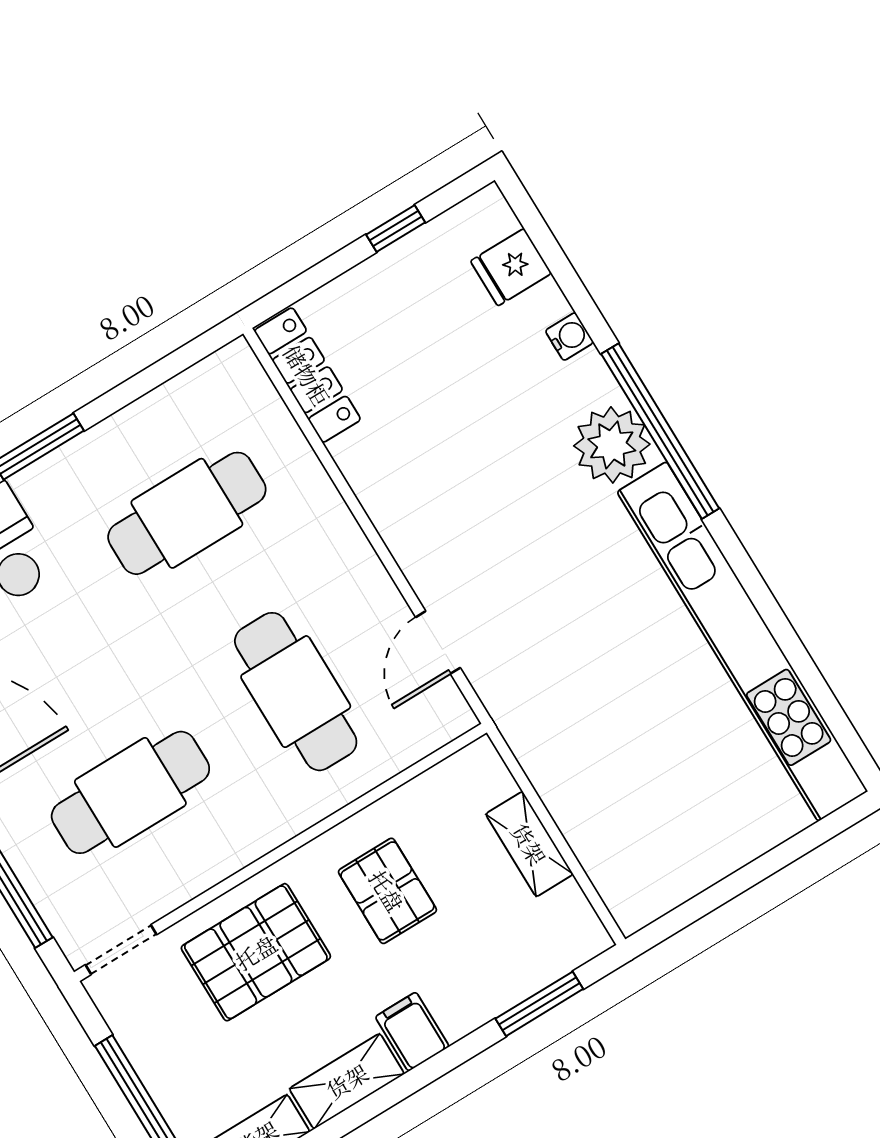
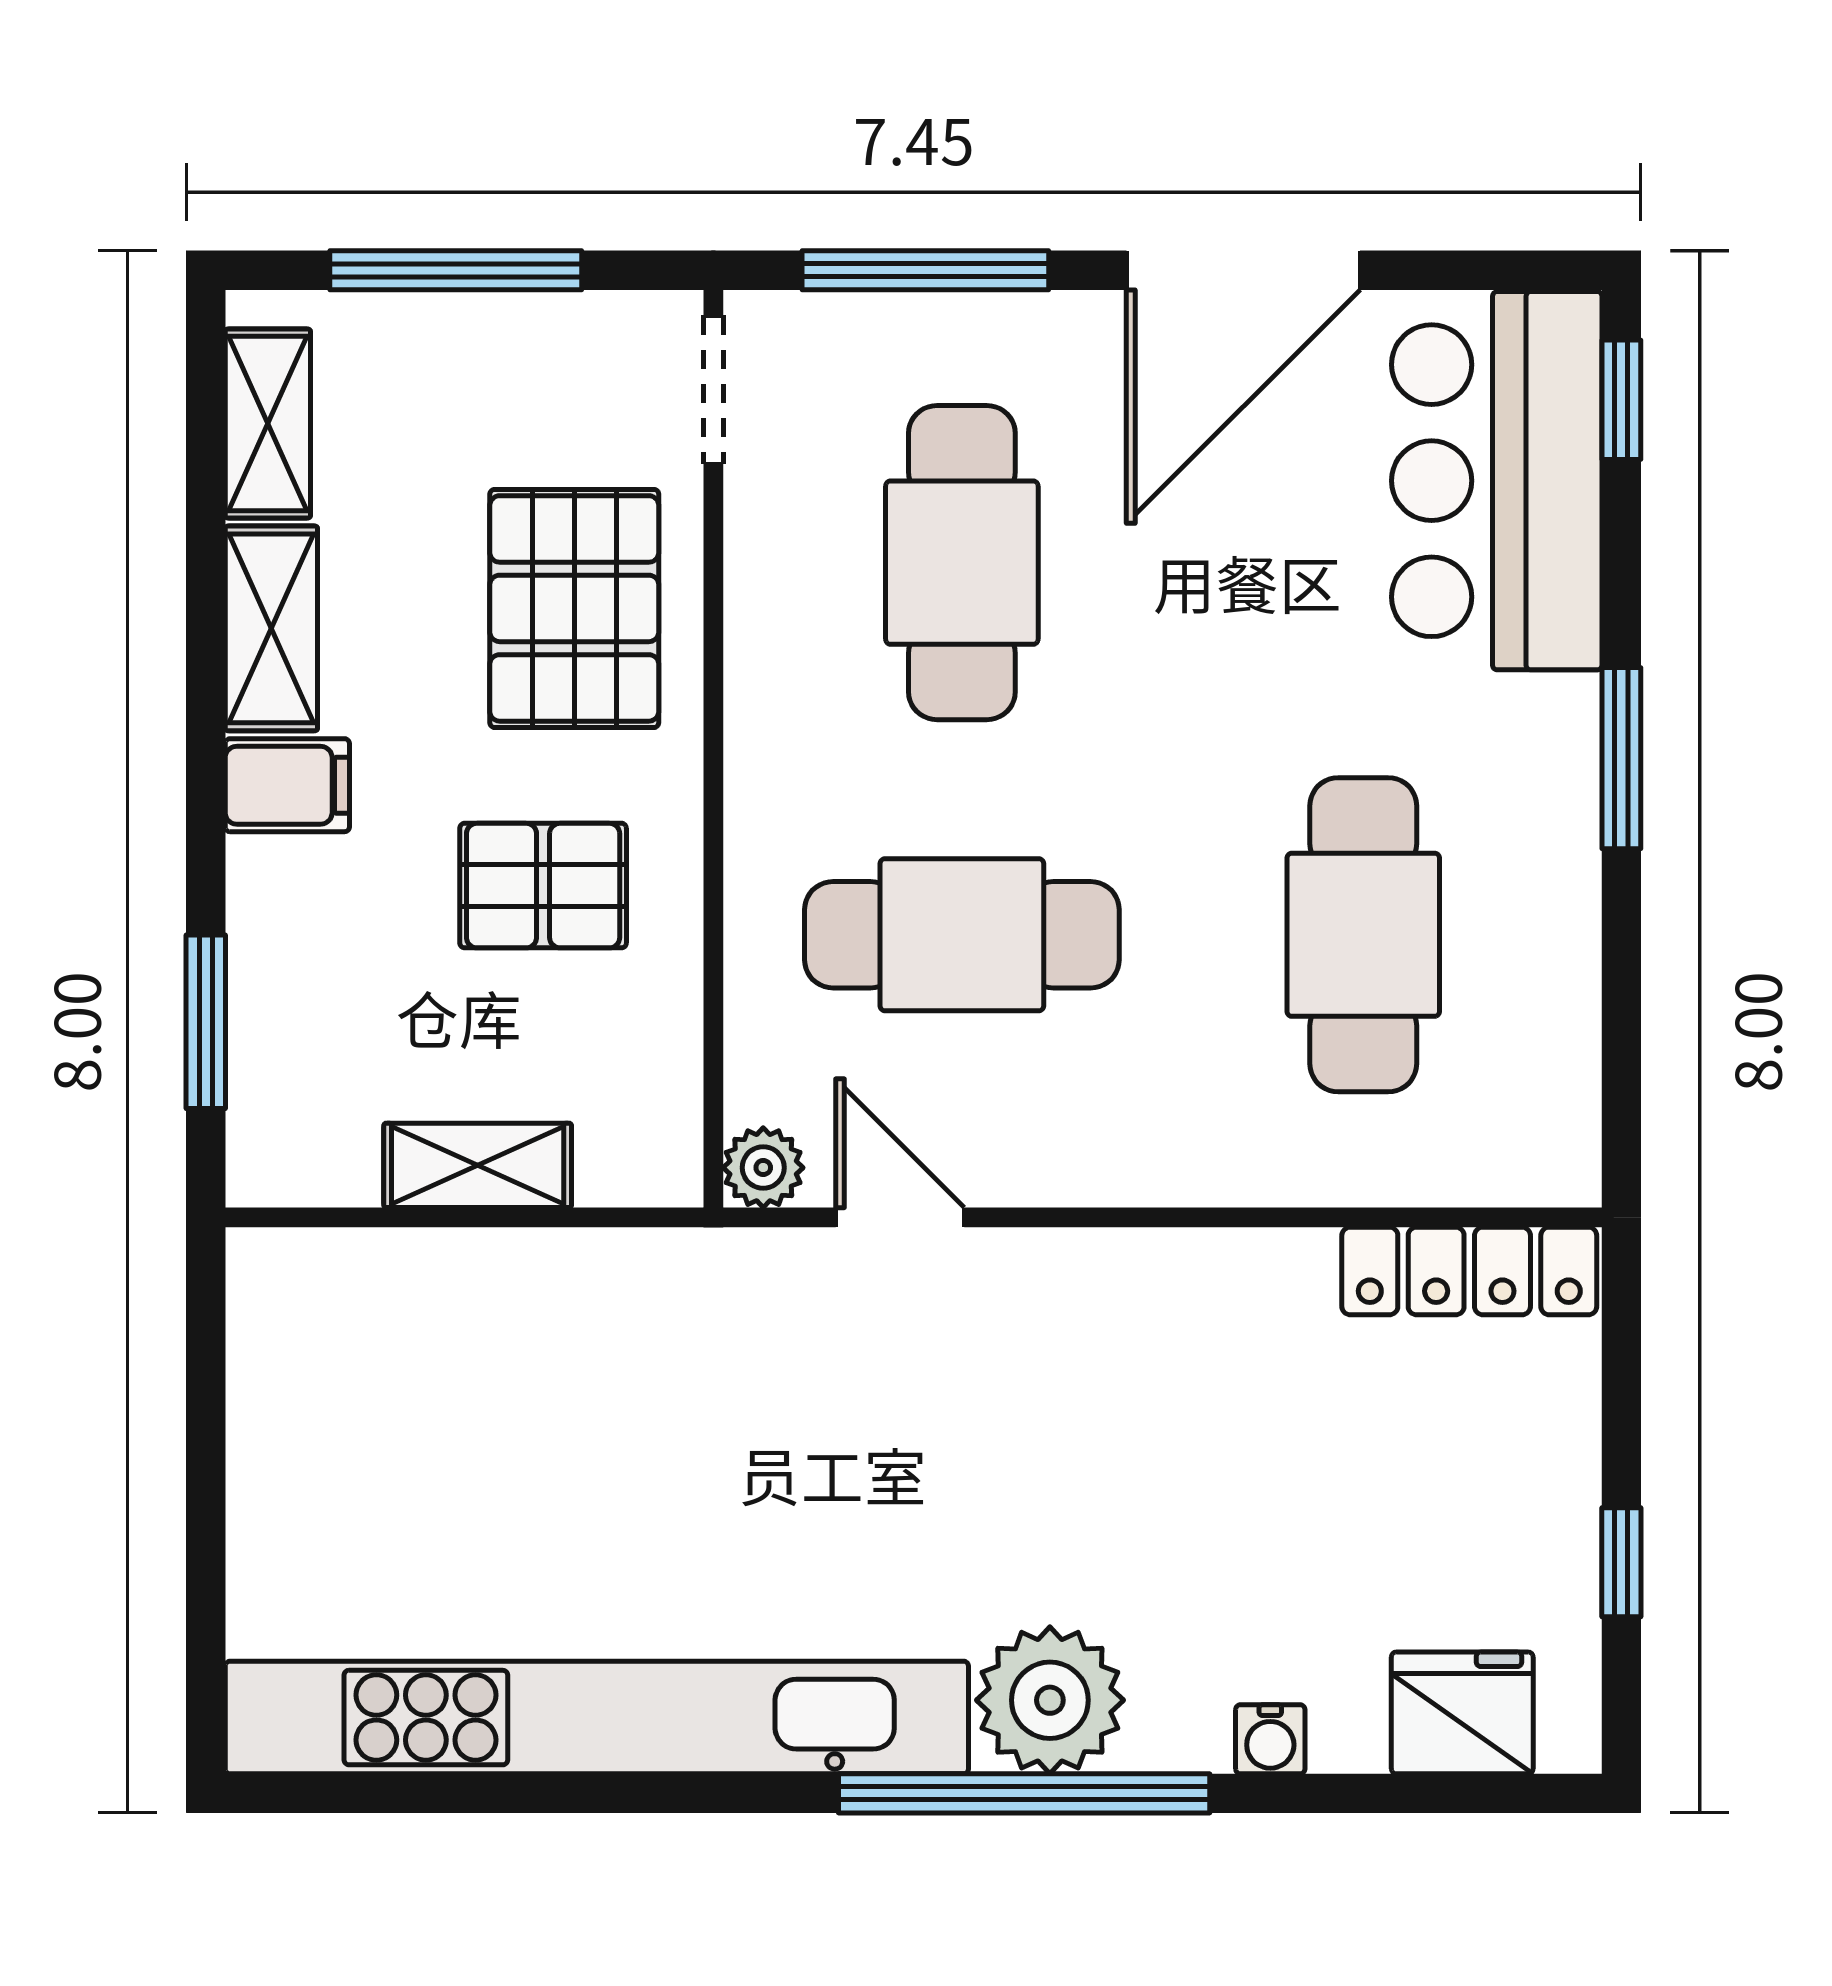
fridge: (511, 267) -> (1462, 1713), width x1.38
plant: (453, 717) -> (763, 1168), added

